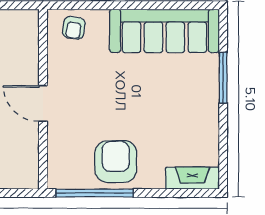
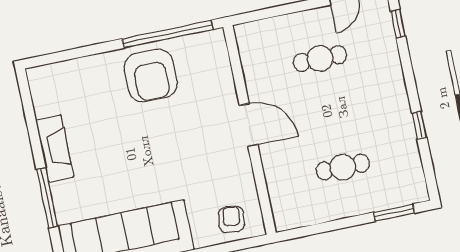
fireplace: (192, 178) -> (55, 149), moved, turned -90

